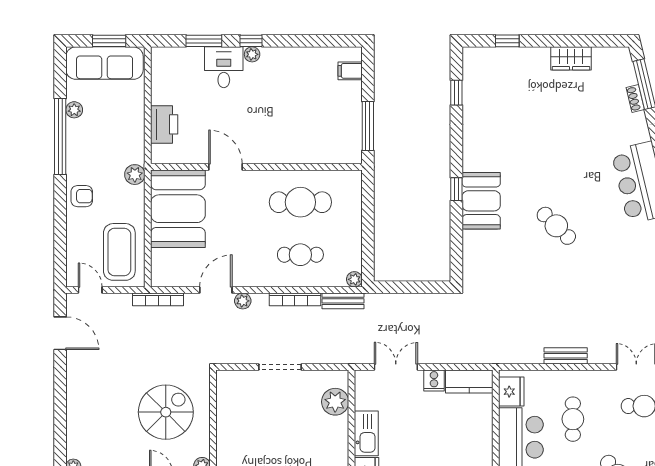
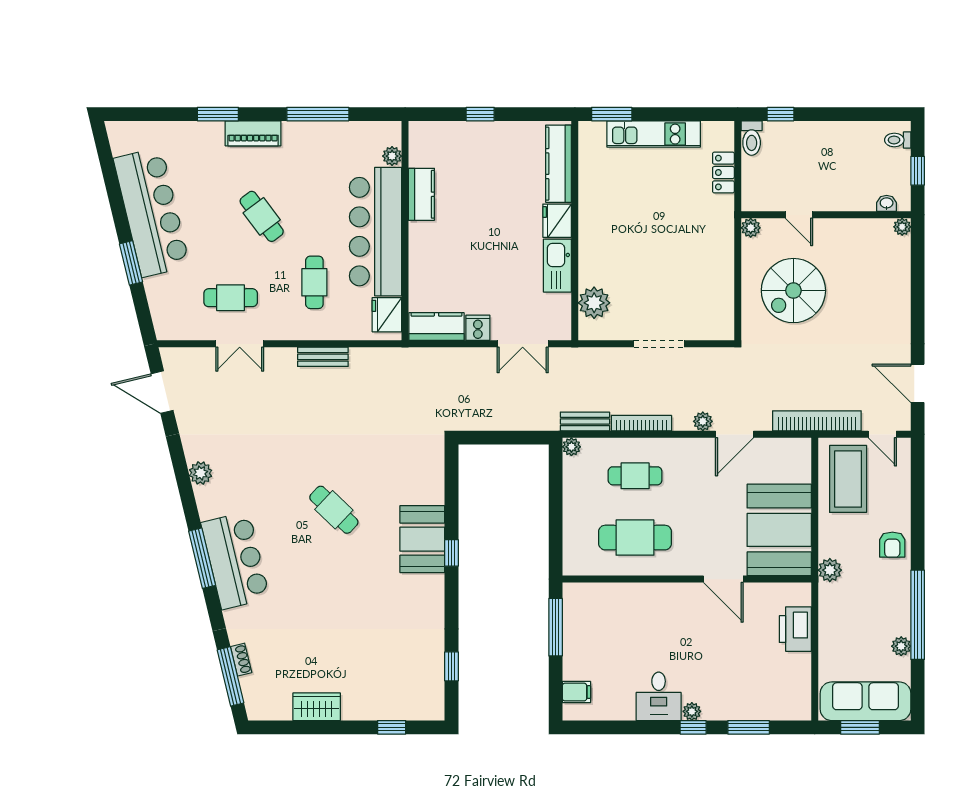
desk: (224, 67) -> (659, 696), moved
armchair: (82, 196) -> (892, 545), turned -90
bookcase: (158, 299) -> (817, 421), width x1.48, depth x1.31

